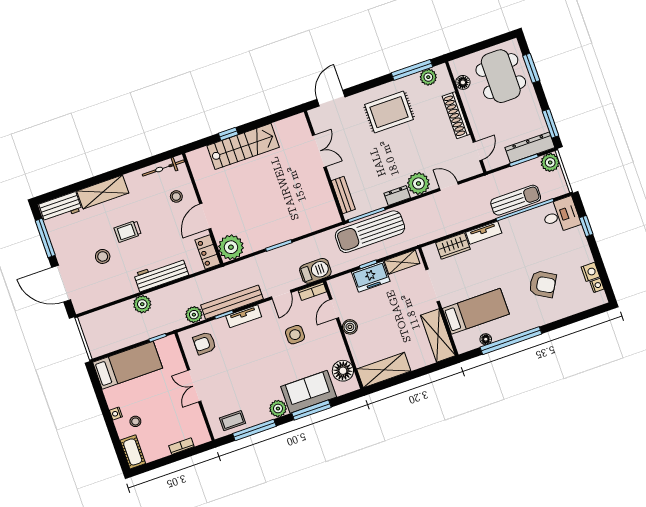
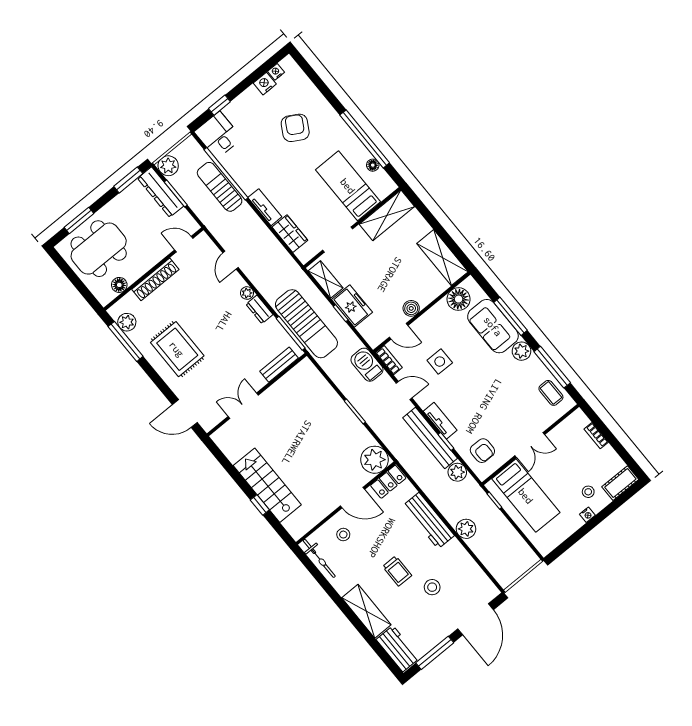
plant: (418, 183) -> (247, 293), width x0.53, depth x0.53
bed: (128, 365) -> (526, 496), moved, turned 180

